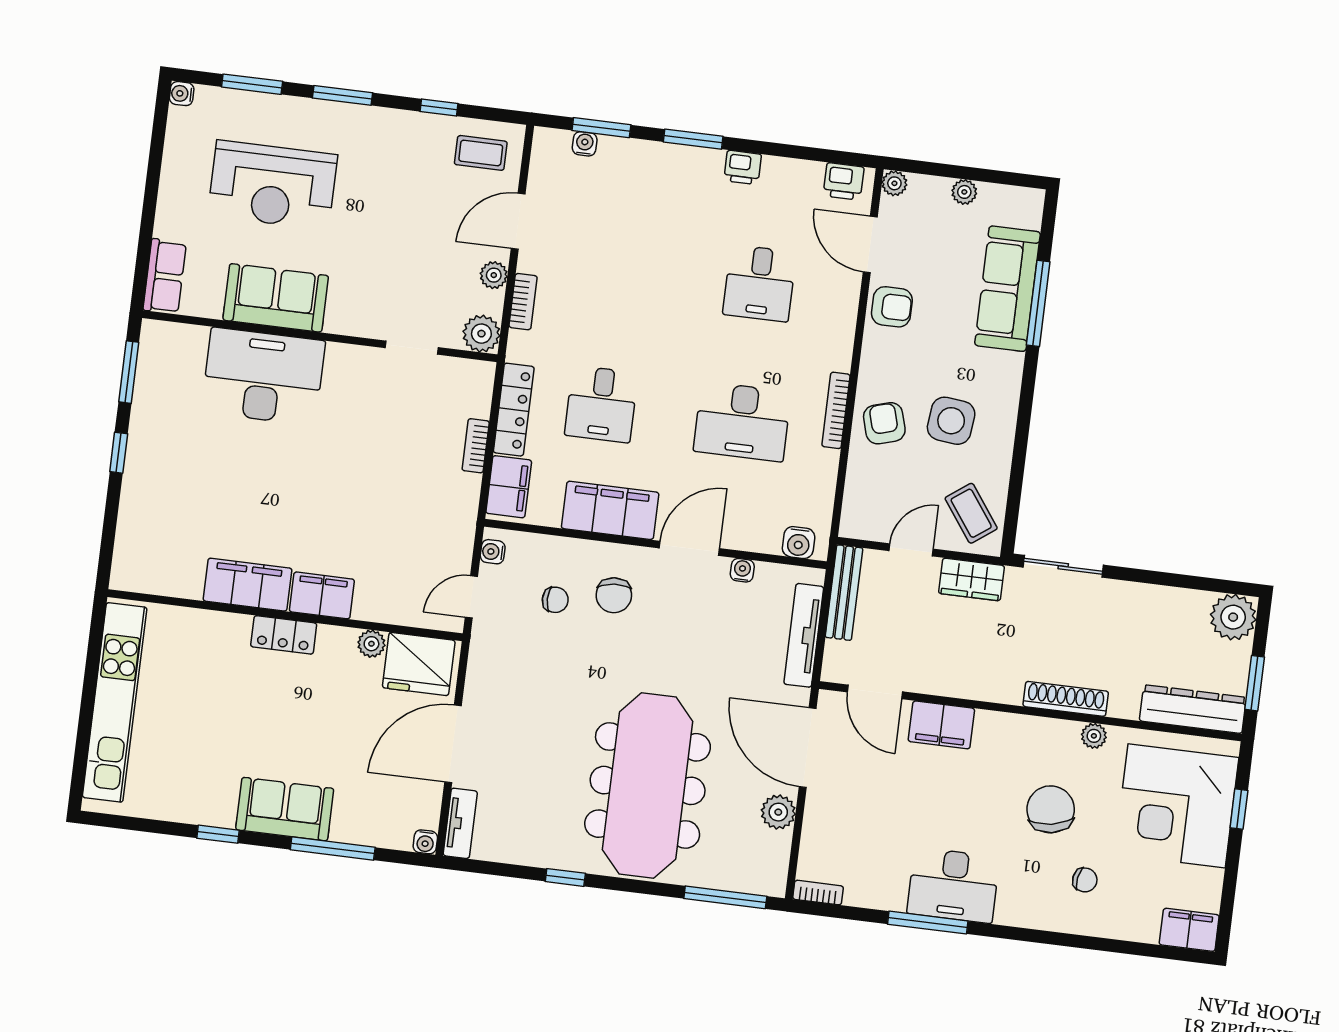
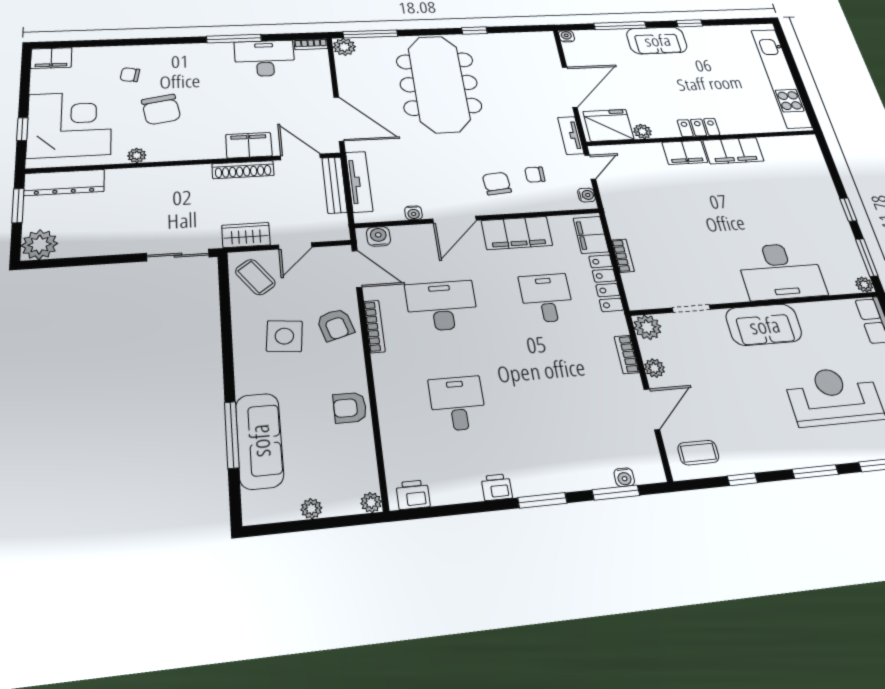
door: (870, 244) -> (357, 269), moved
sofa: (276, 298) -> (764, 325), moved
plant: (153, 332) -> (864, 285), added
bench: (844, 593) -> (334, 185), moved
shoe rack: (1066, 699) -> (243, 170), moved
plant: (778, 812) -> (344, 47), moved
tv unit: (460, 823) -> (571, 135), moved
desk: (953, 885) -> (265, 58), moved

